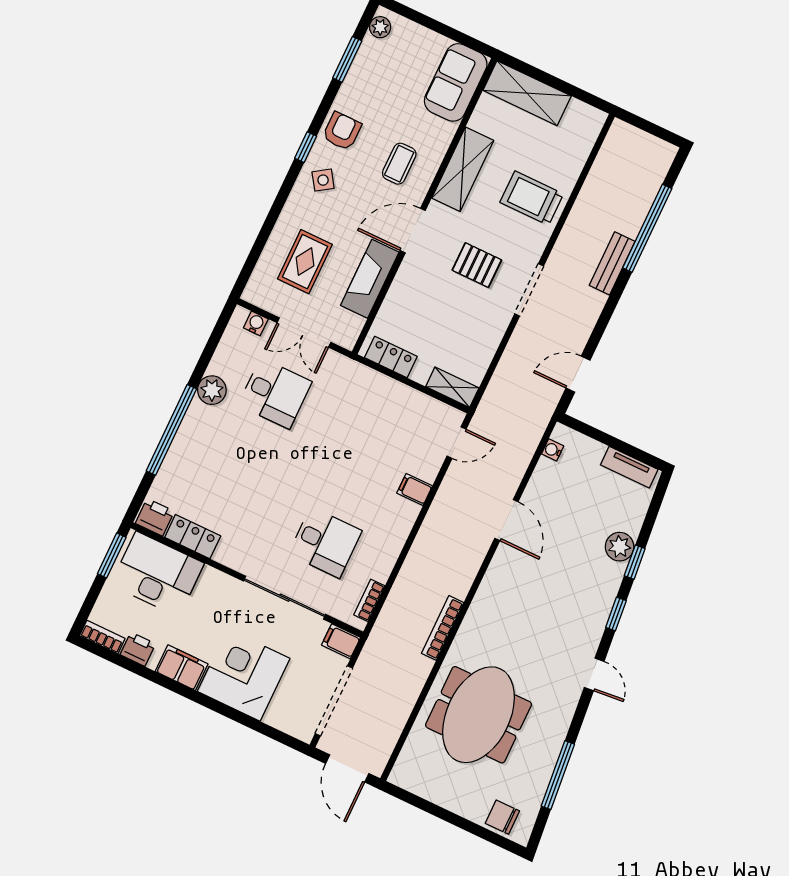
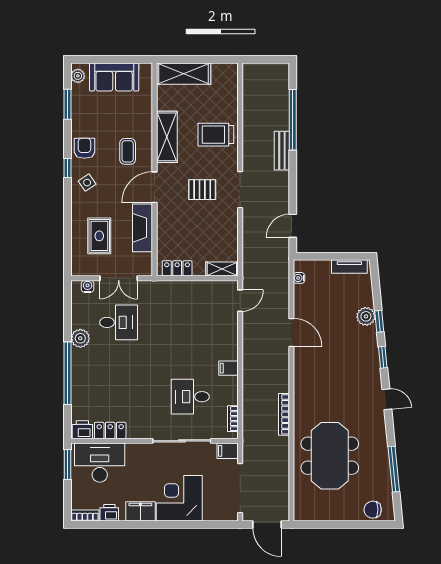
sofa: (456, 82) -> (114, 77), moved, turned -90
filing cabinet: (415, 490) -> (228, 368), moved
desk: (325, 542) -> (190, 397), turned 180

